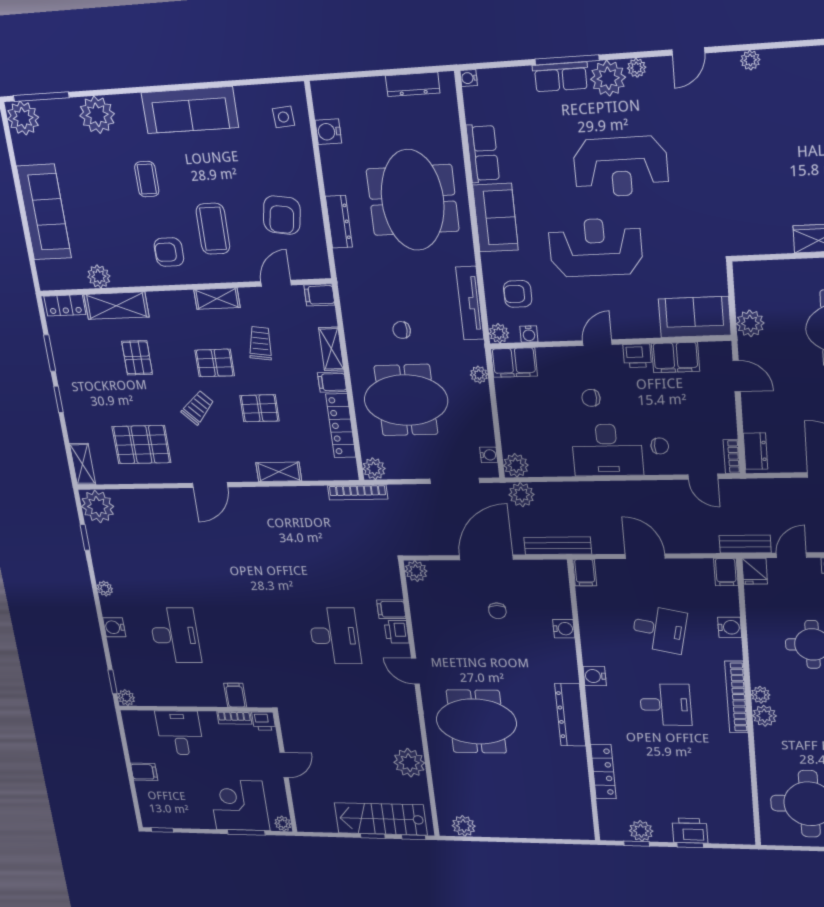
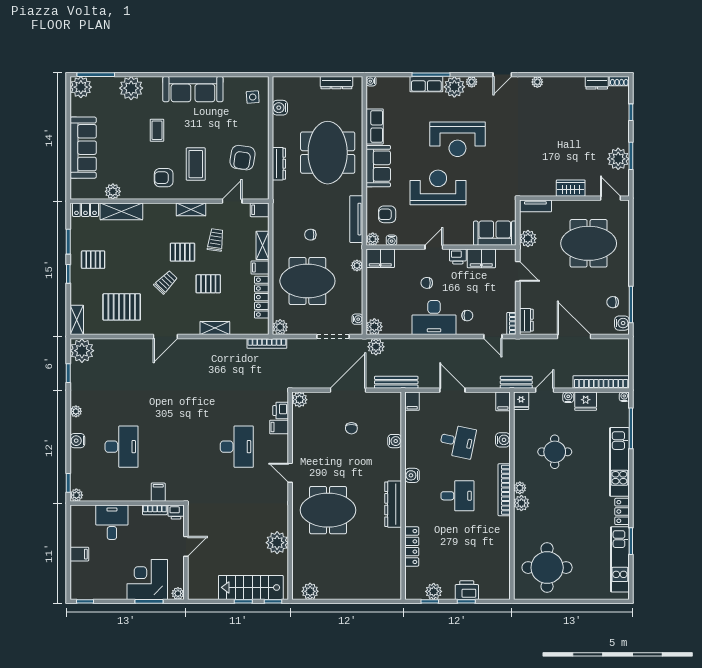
tv unit: (760, 270) -> (535, 206), added
pallet: (137, 358) -> (93, 260), moved, turned 90
printer: (397, 632) -> (281, 411), moved

